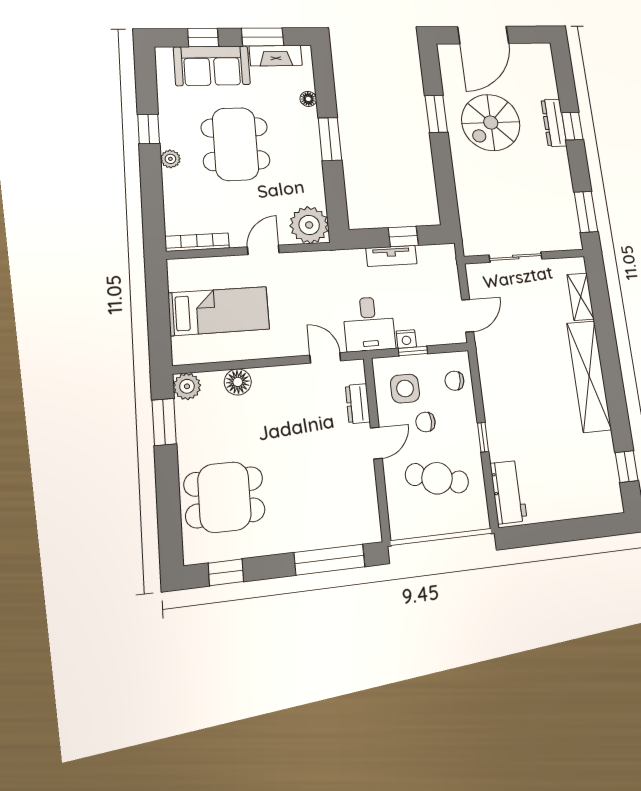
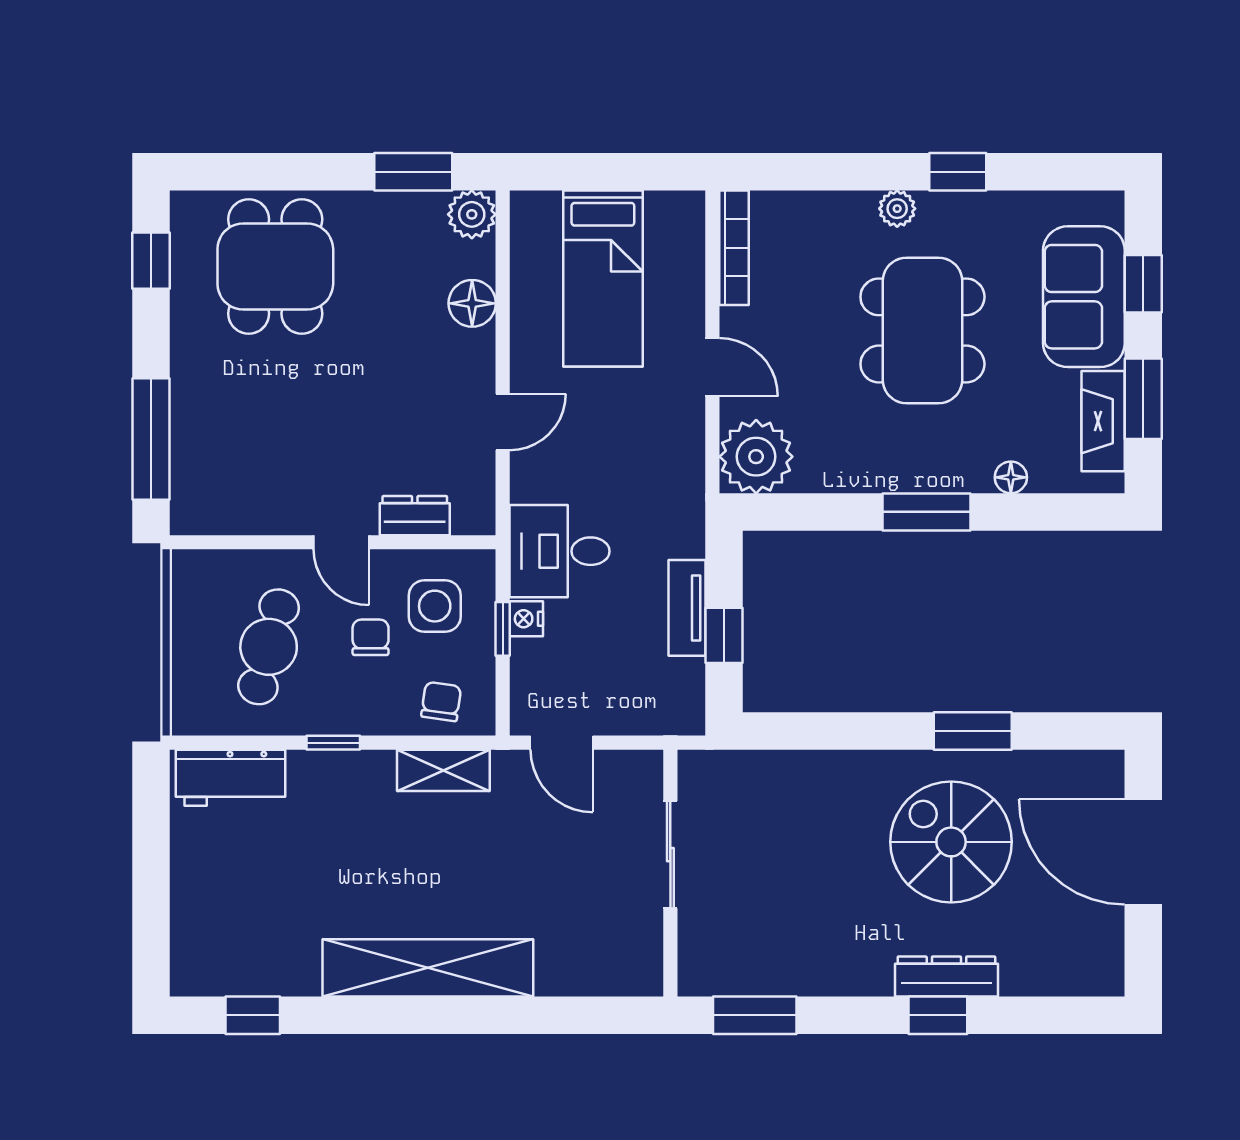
dining table: (235, 144) -> (922, 330), turned 90
shelving: (581, 297) -> (443, 770), moved
door: (325, 358) -> (503, 422), moved

